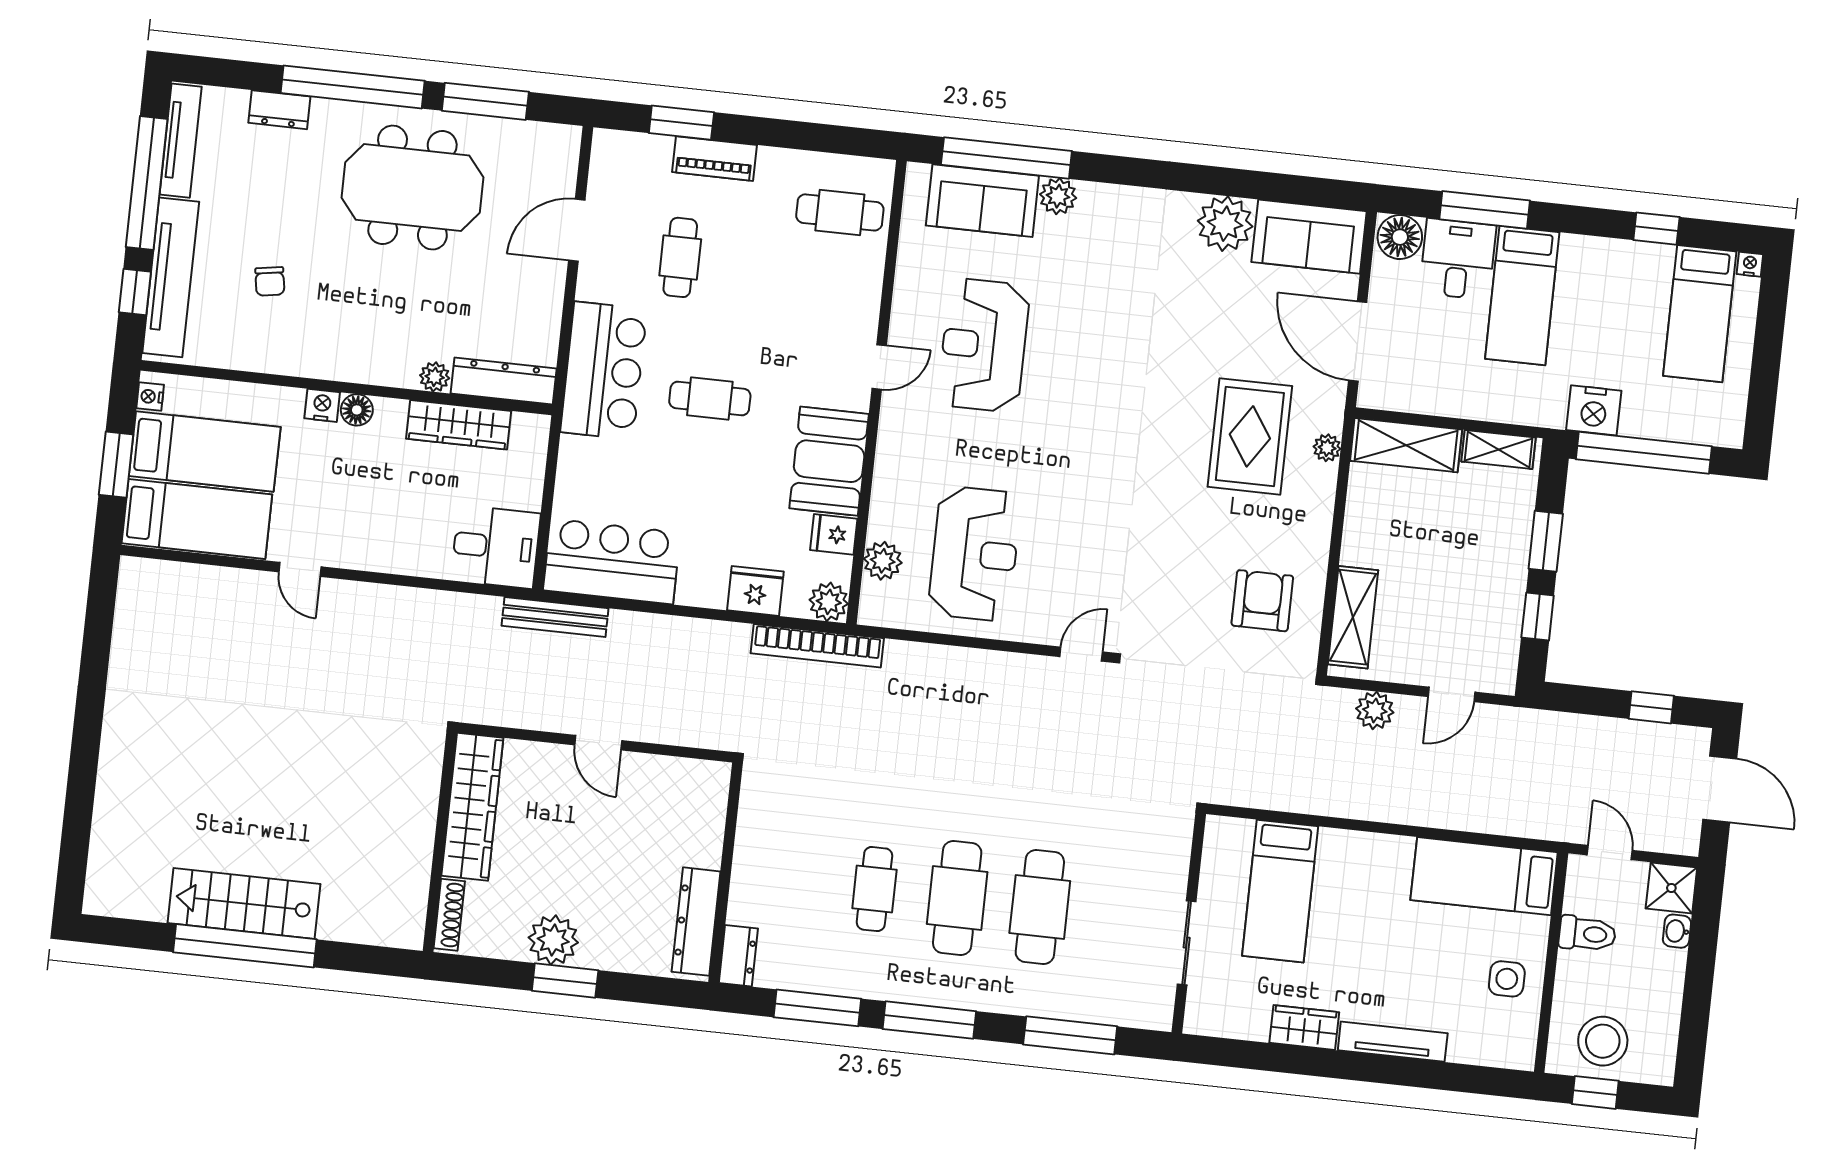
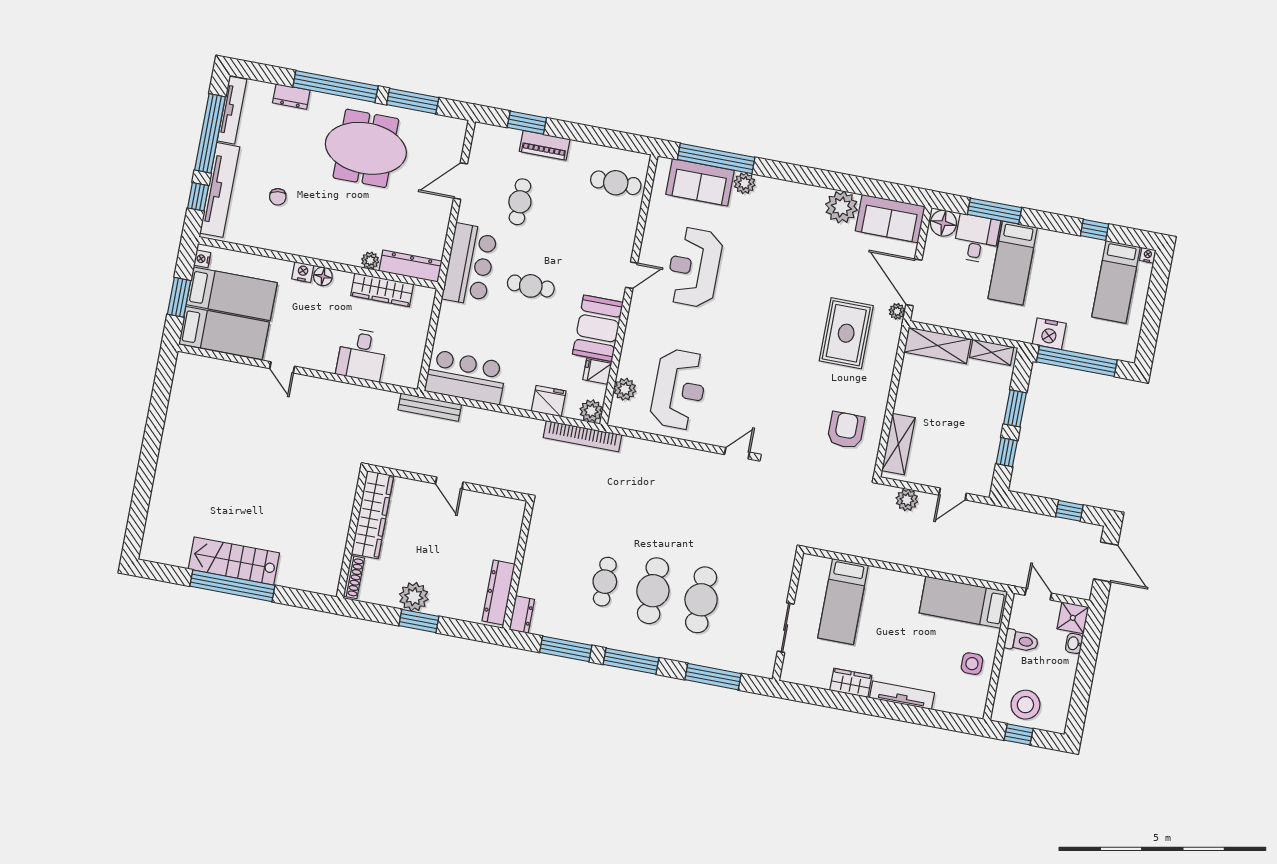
plant: (1327, 448) -> (897, 311), moved
desk: (496, 547) -> (362, 355), moved, turned 90

